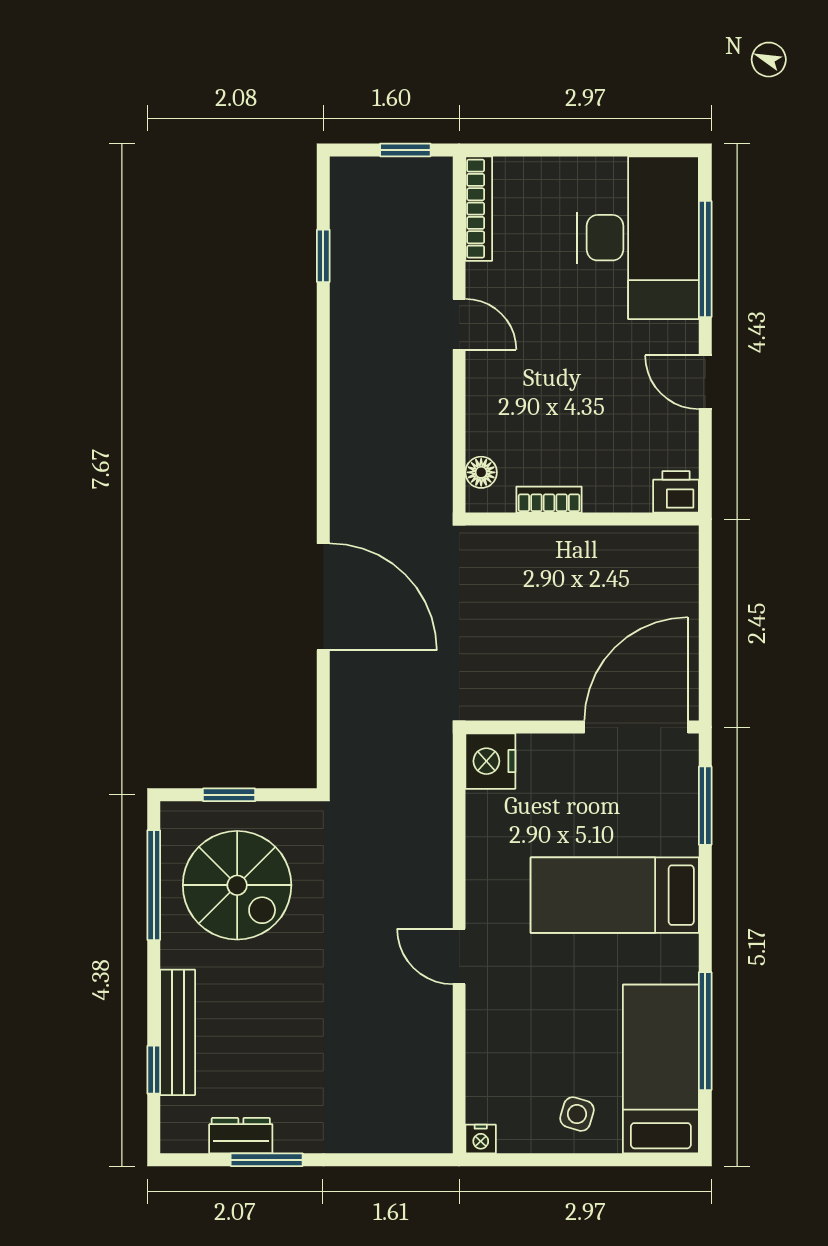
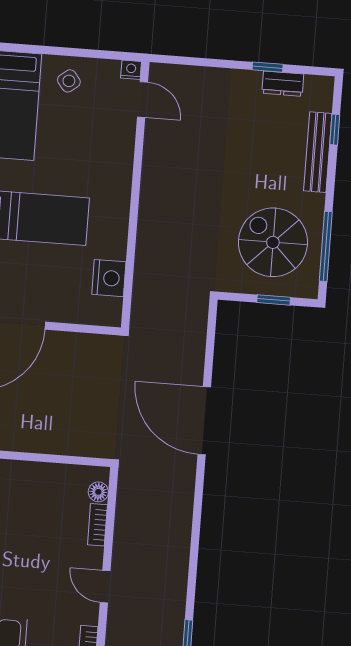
bookcase: (549, 500) -> (97, 525), moved, turned 90
nightstand: (490, 761) -> (109, 278), moved
door: (459, 956) -> (143, 99), moved
side table: (577, 1114) -> (69, 81), turned 35
window: (267, 1160) -> (268, 67), width x0.67

